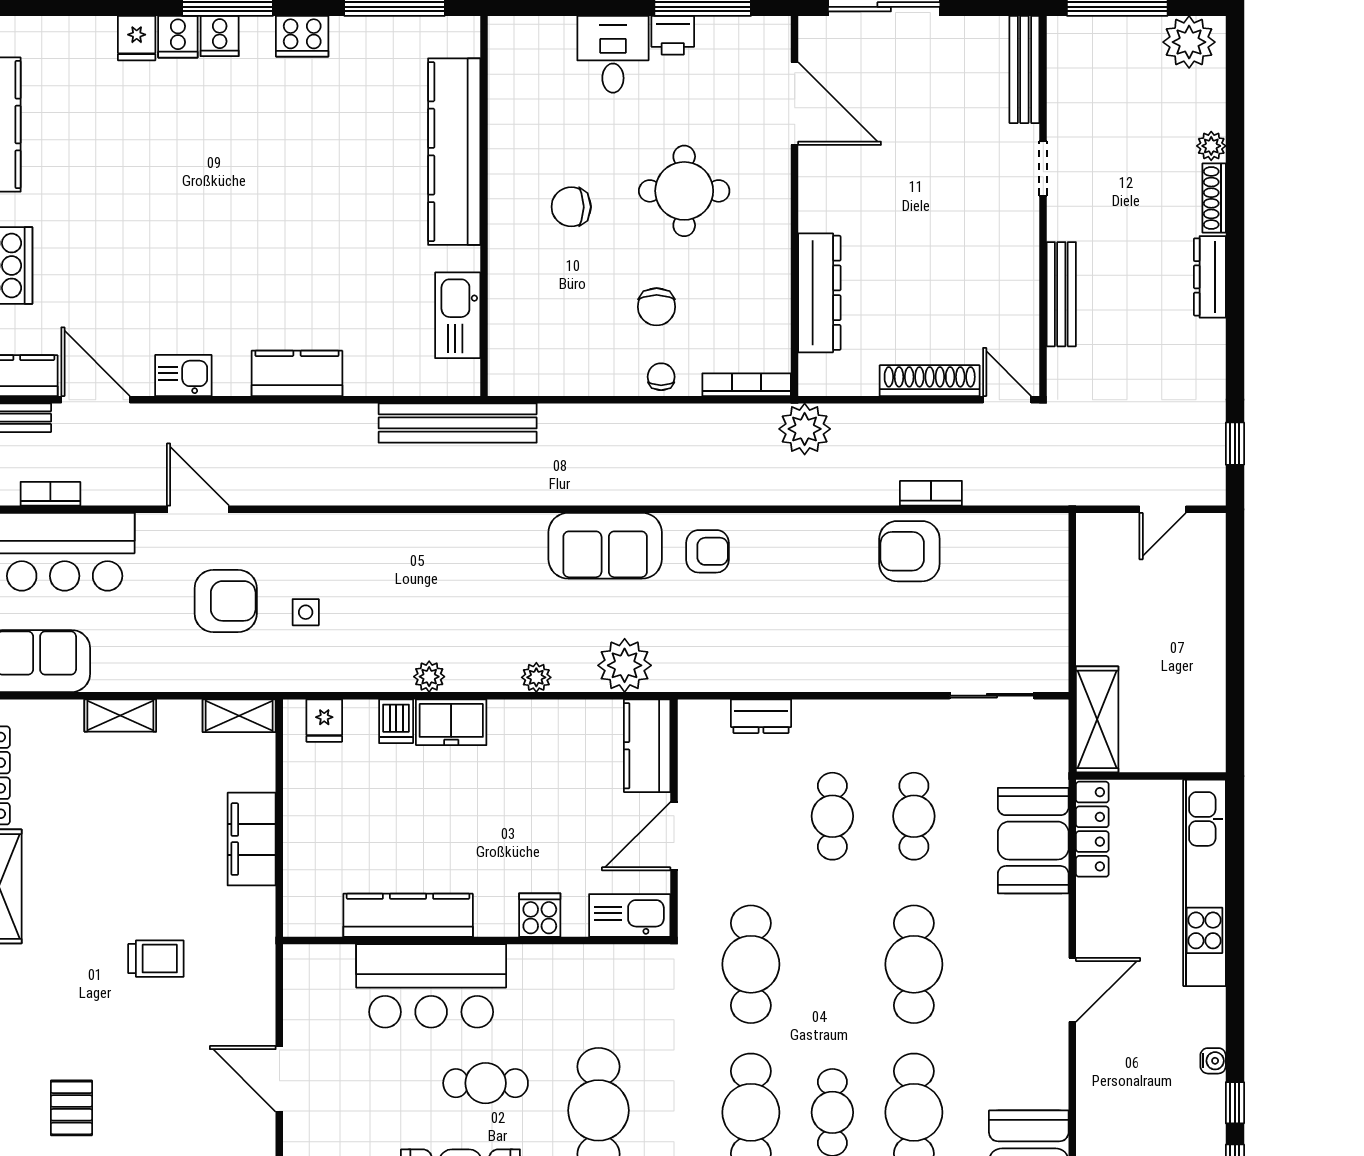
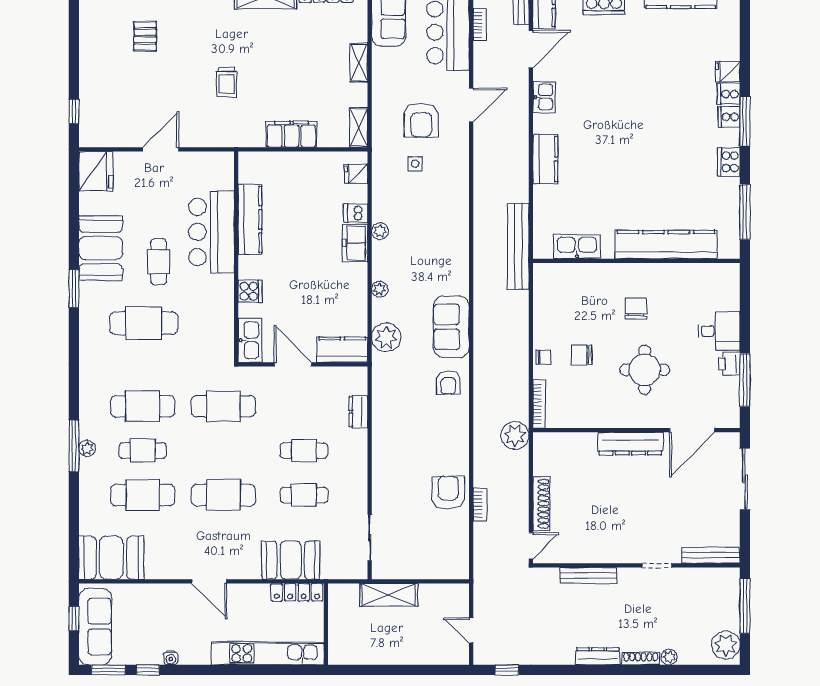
dresser: (819, 293) -> (630, 444), moved
shelving: (1097, 719) -> (389, 595), moved
pallet: (71, 1108) -> (145, 36), turned 90

